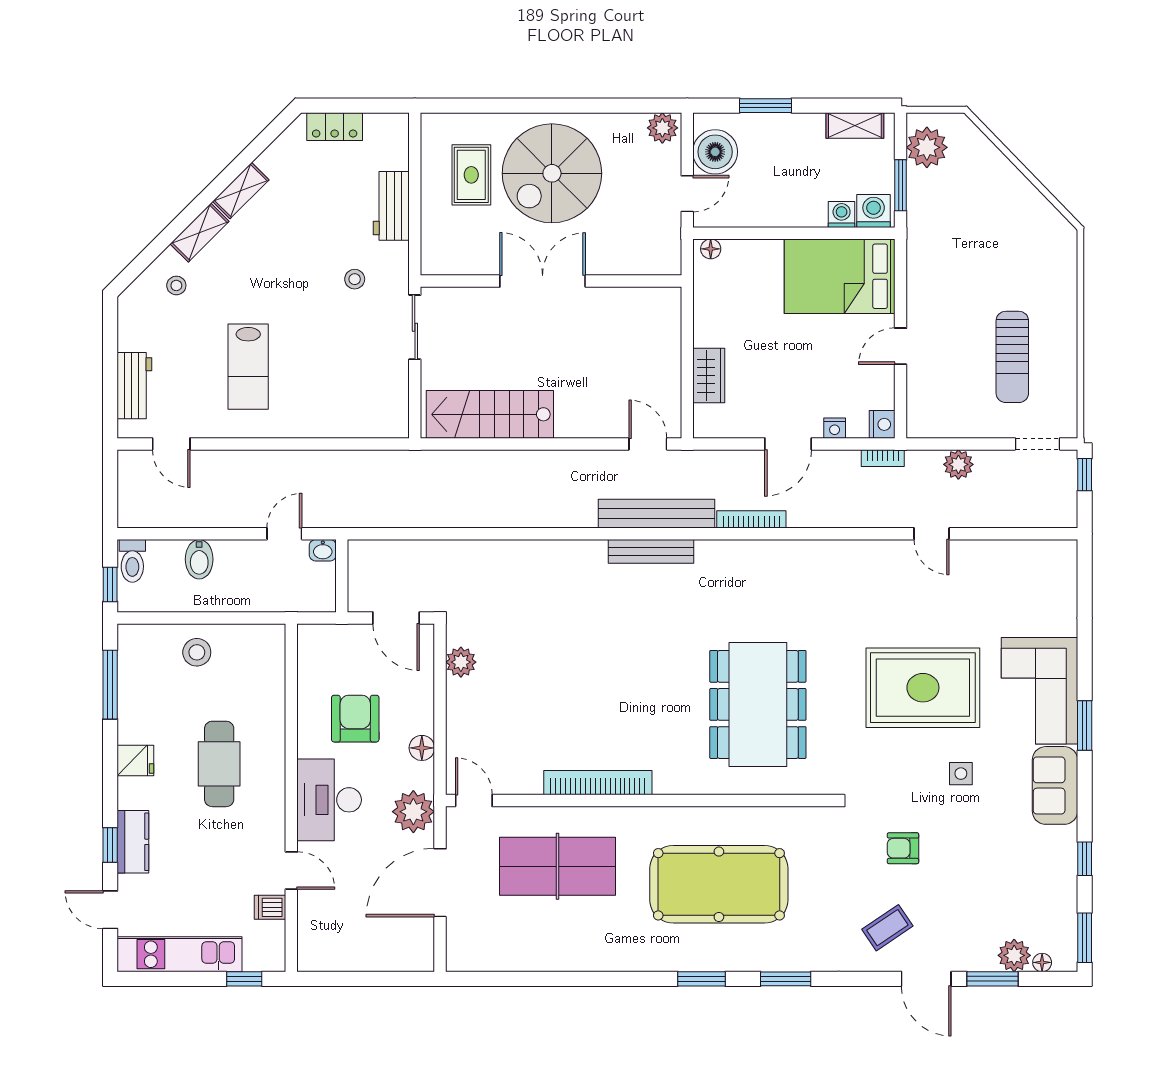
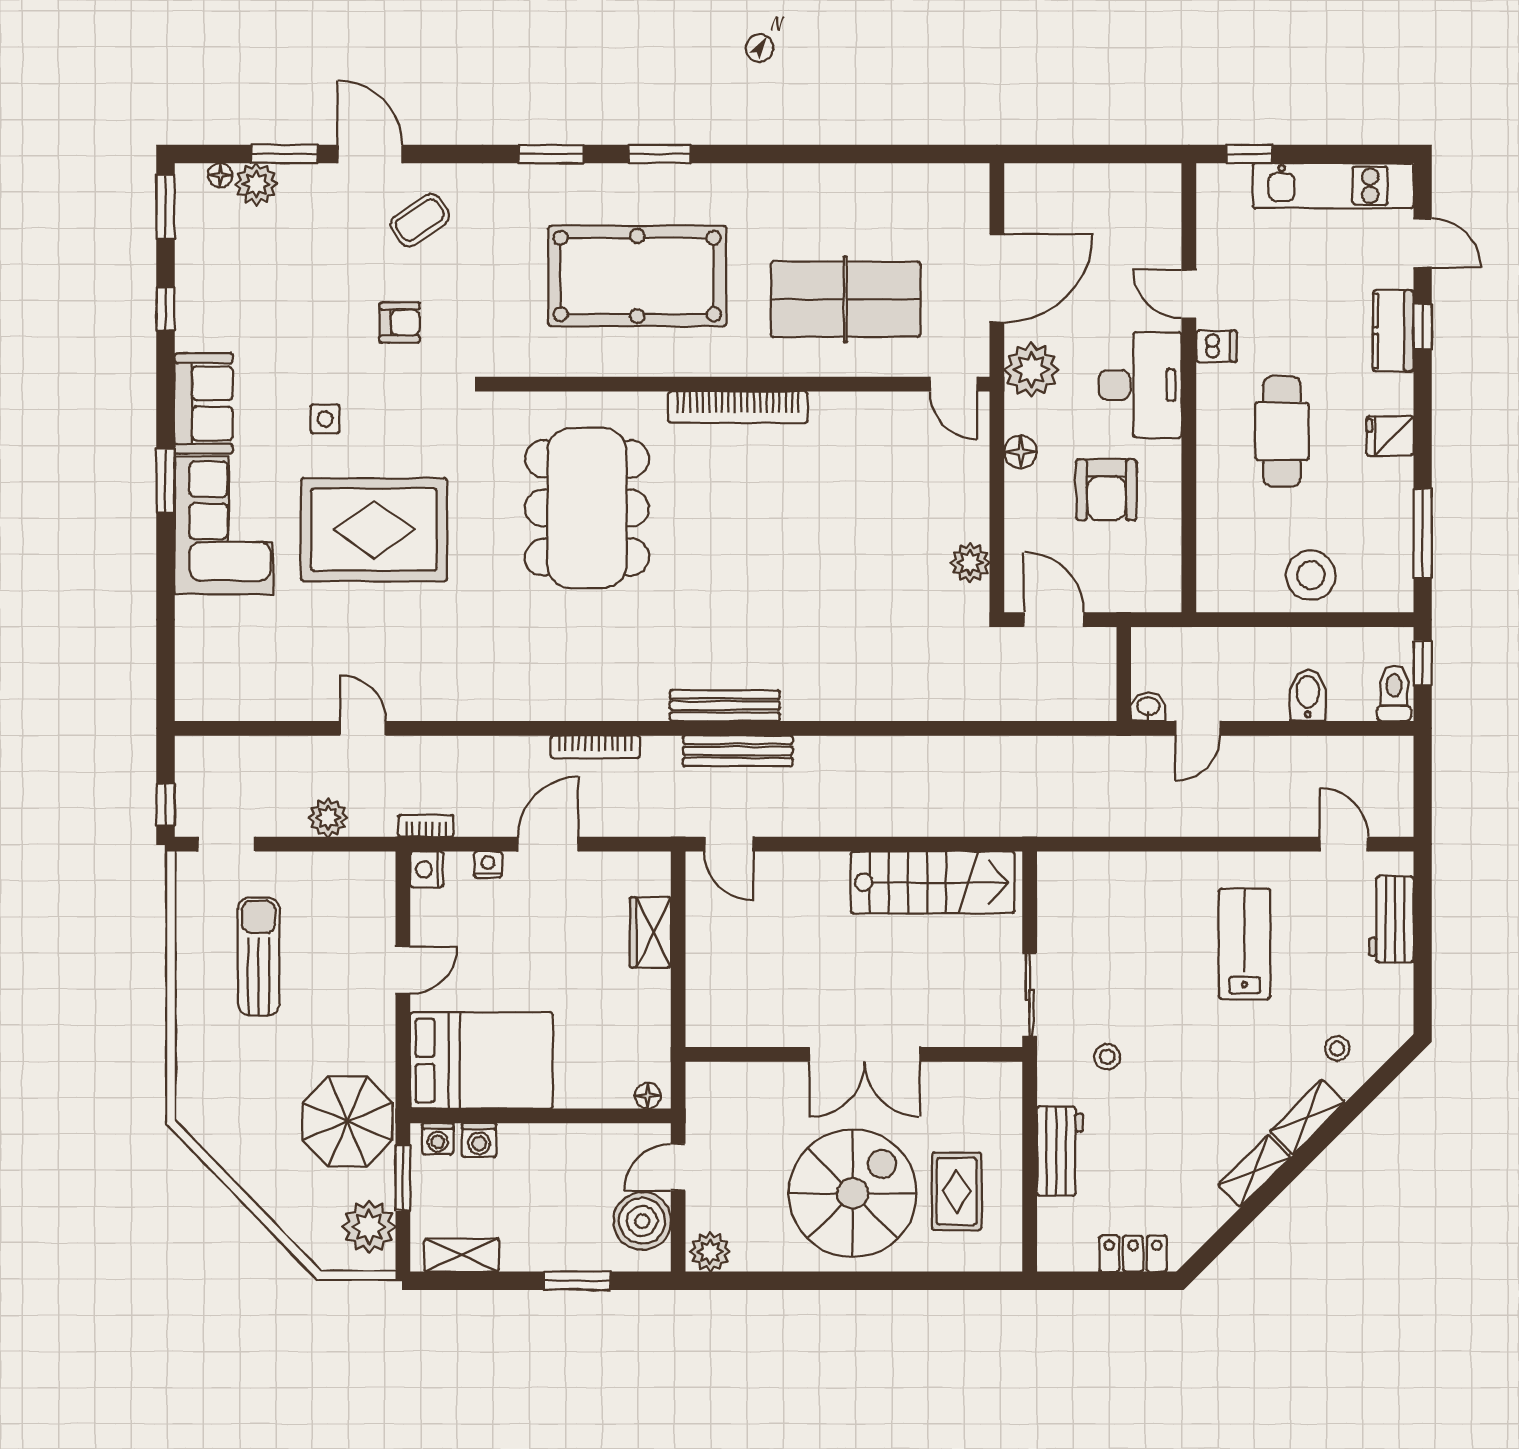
washing machine: (874, 211) -> (438, 1139), width x0.73, depth x0.73
parasol: (943, 229) -> (348, 1121), added
bench: (657, 514) -> (738, 751), width x0.73, depth x0.82
stool: (197, 652) -> (1311, 575), width x1.38, depth x1.38
bookcase: (598, 783) -> (738, 407), moved
dishwasher: (270, 907) -> (1216, 346), moved

